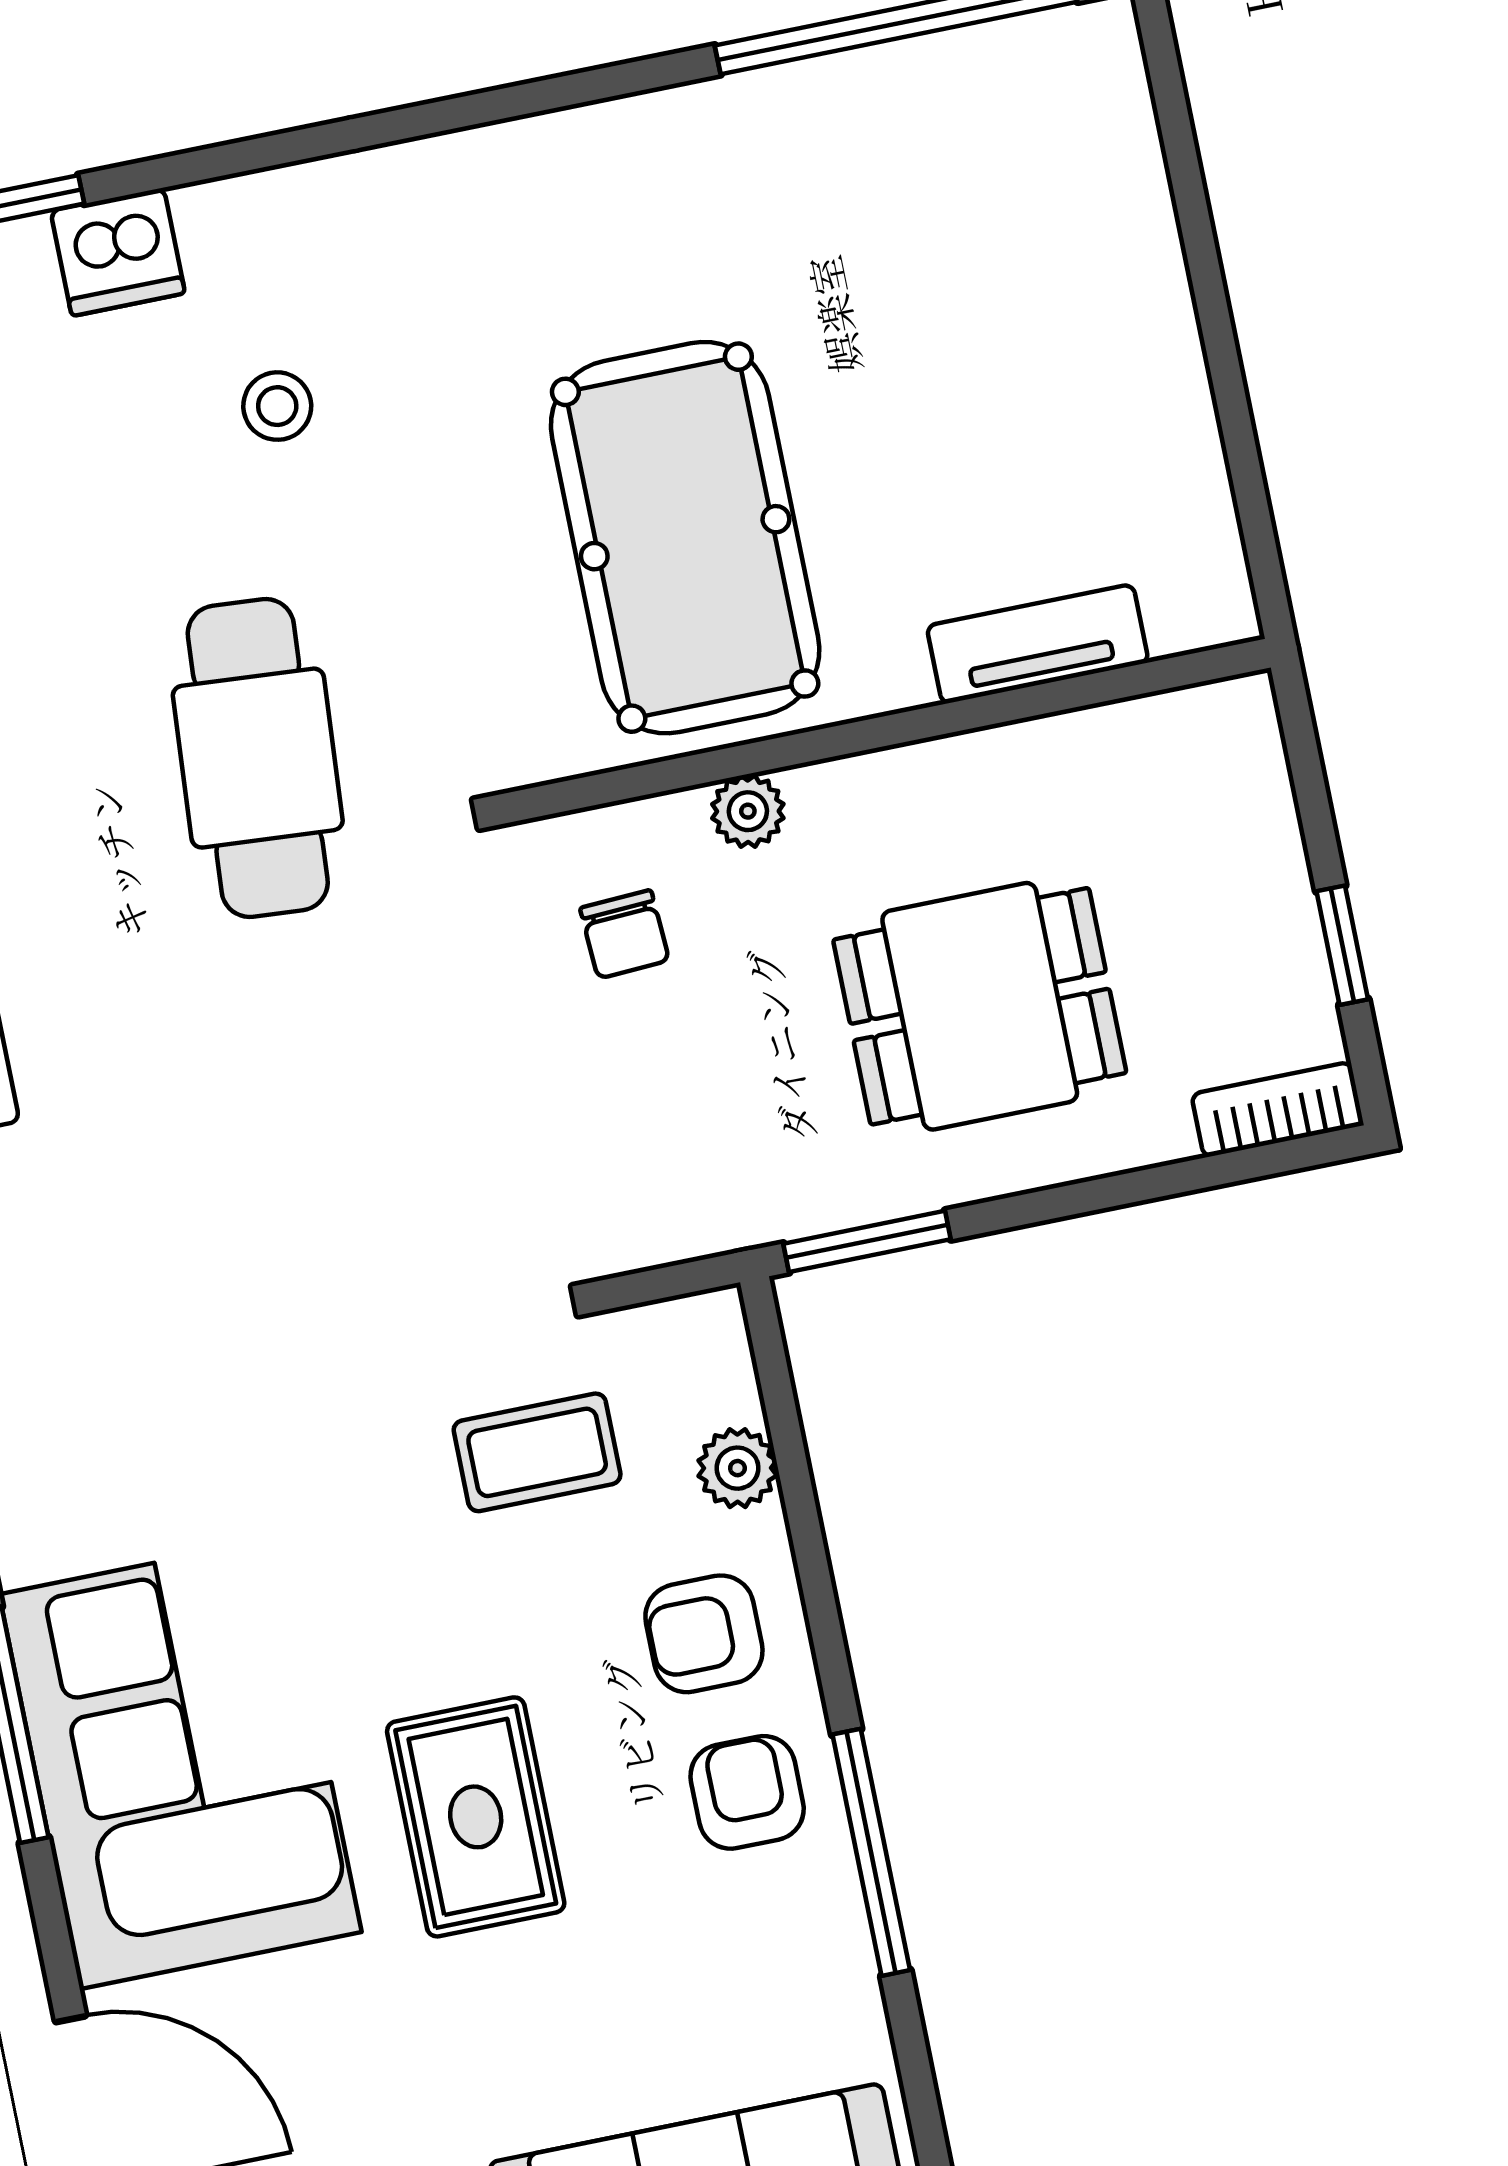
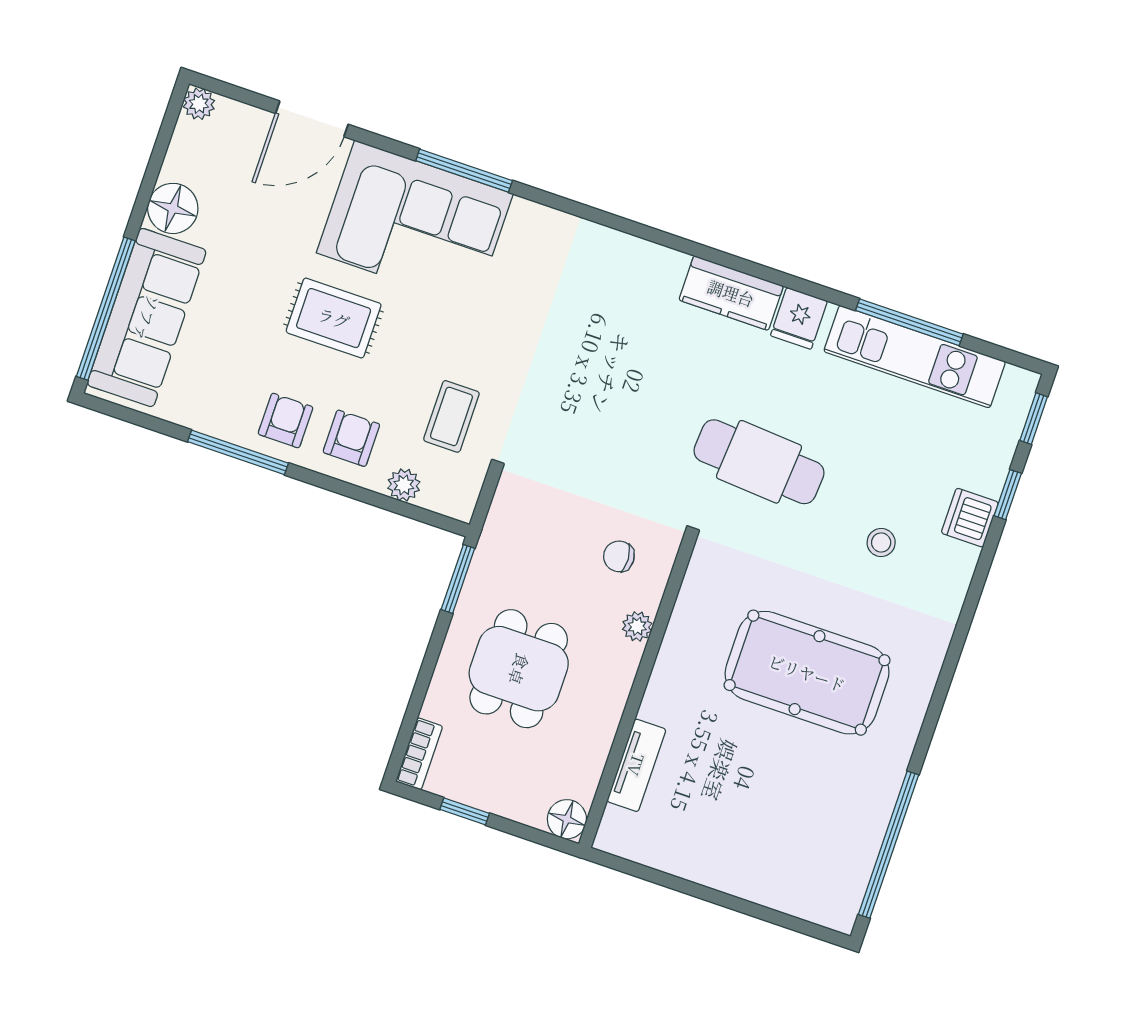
pool table: (685, 538) -> (807, 673), moved
floor lamp: (1234, 723) -> (567, 819), added
armchair: (747, 1792) -> (285, 420), turned -90

